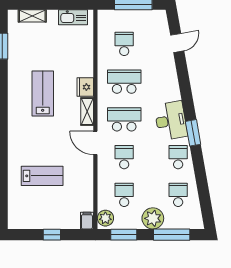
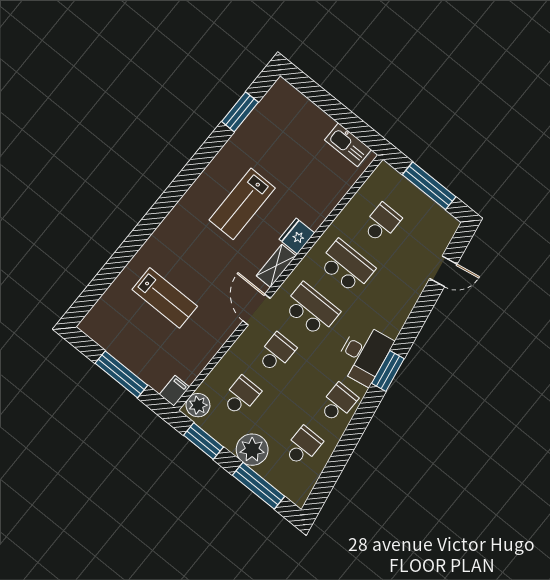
shelving: (32, 16) -> (303, 105), removed
lab bench: (43, 93) -> (242, 204), turned 180
window: (193, 133) -> (388, 371), moved
window: (52, 235) -> (121, 374), width x2.17

